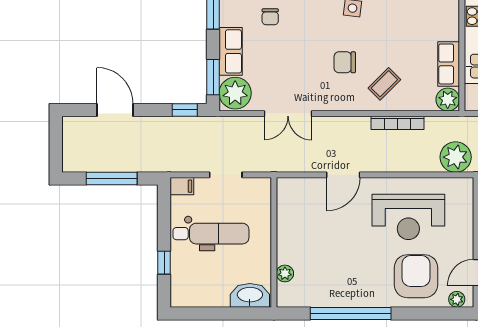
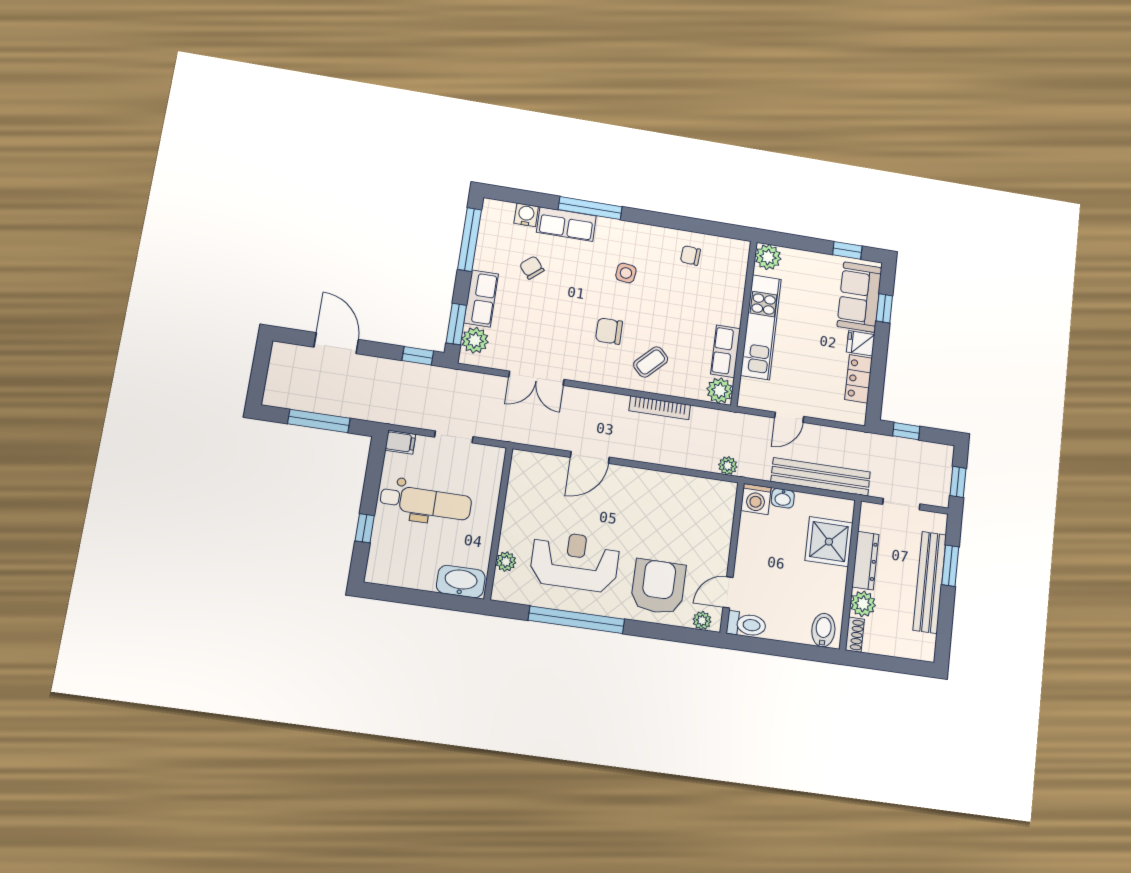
chair: (270, 17) -> (532, 268), turned 140
plant: (235, 93) -> (475, 340), width x0.73, depth x0.73
plant: (456, 157) -> (728, 466), width x0.53, depth x0.53
reception desk: (408, 217) -> (575, 561), moved, turned 180

